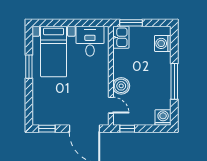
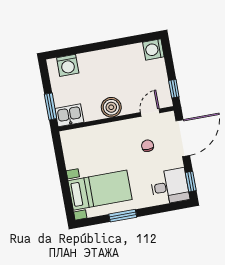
desk: (90, 41) -> (170, 186), moved, turned 180
window: (174, 81) -> (109, 44), removed
boiler: (121, 86) -> (111, 107), moved
chair: (84, 98) -> (148, 146), added

